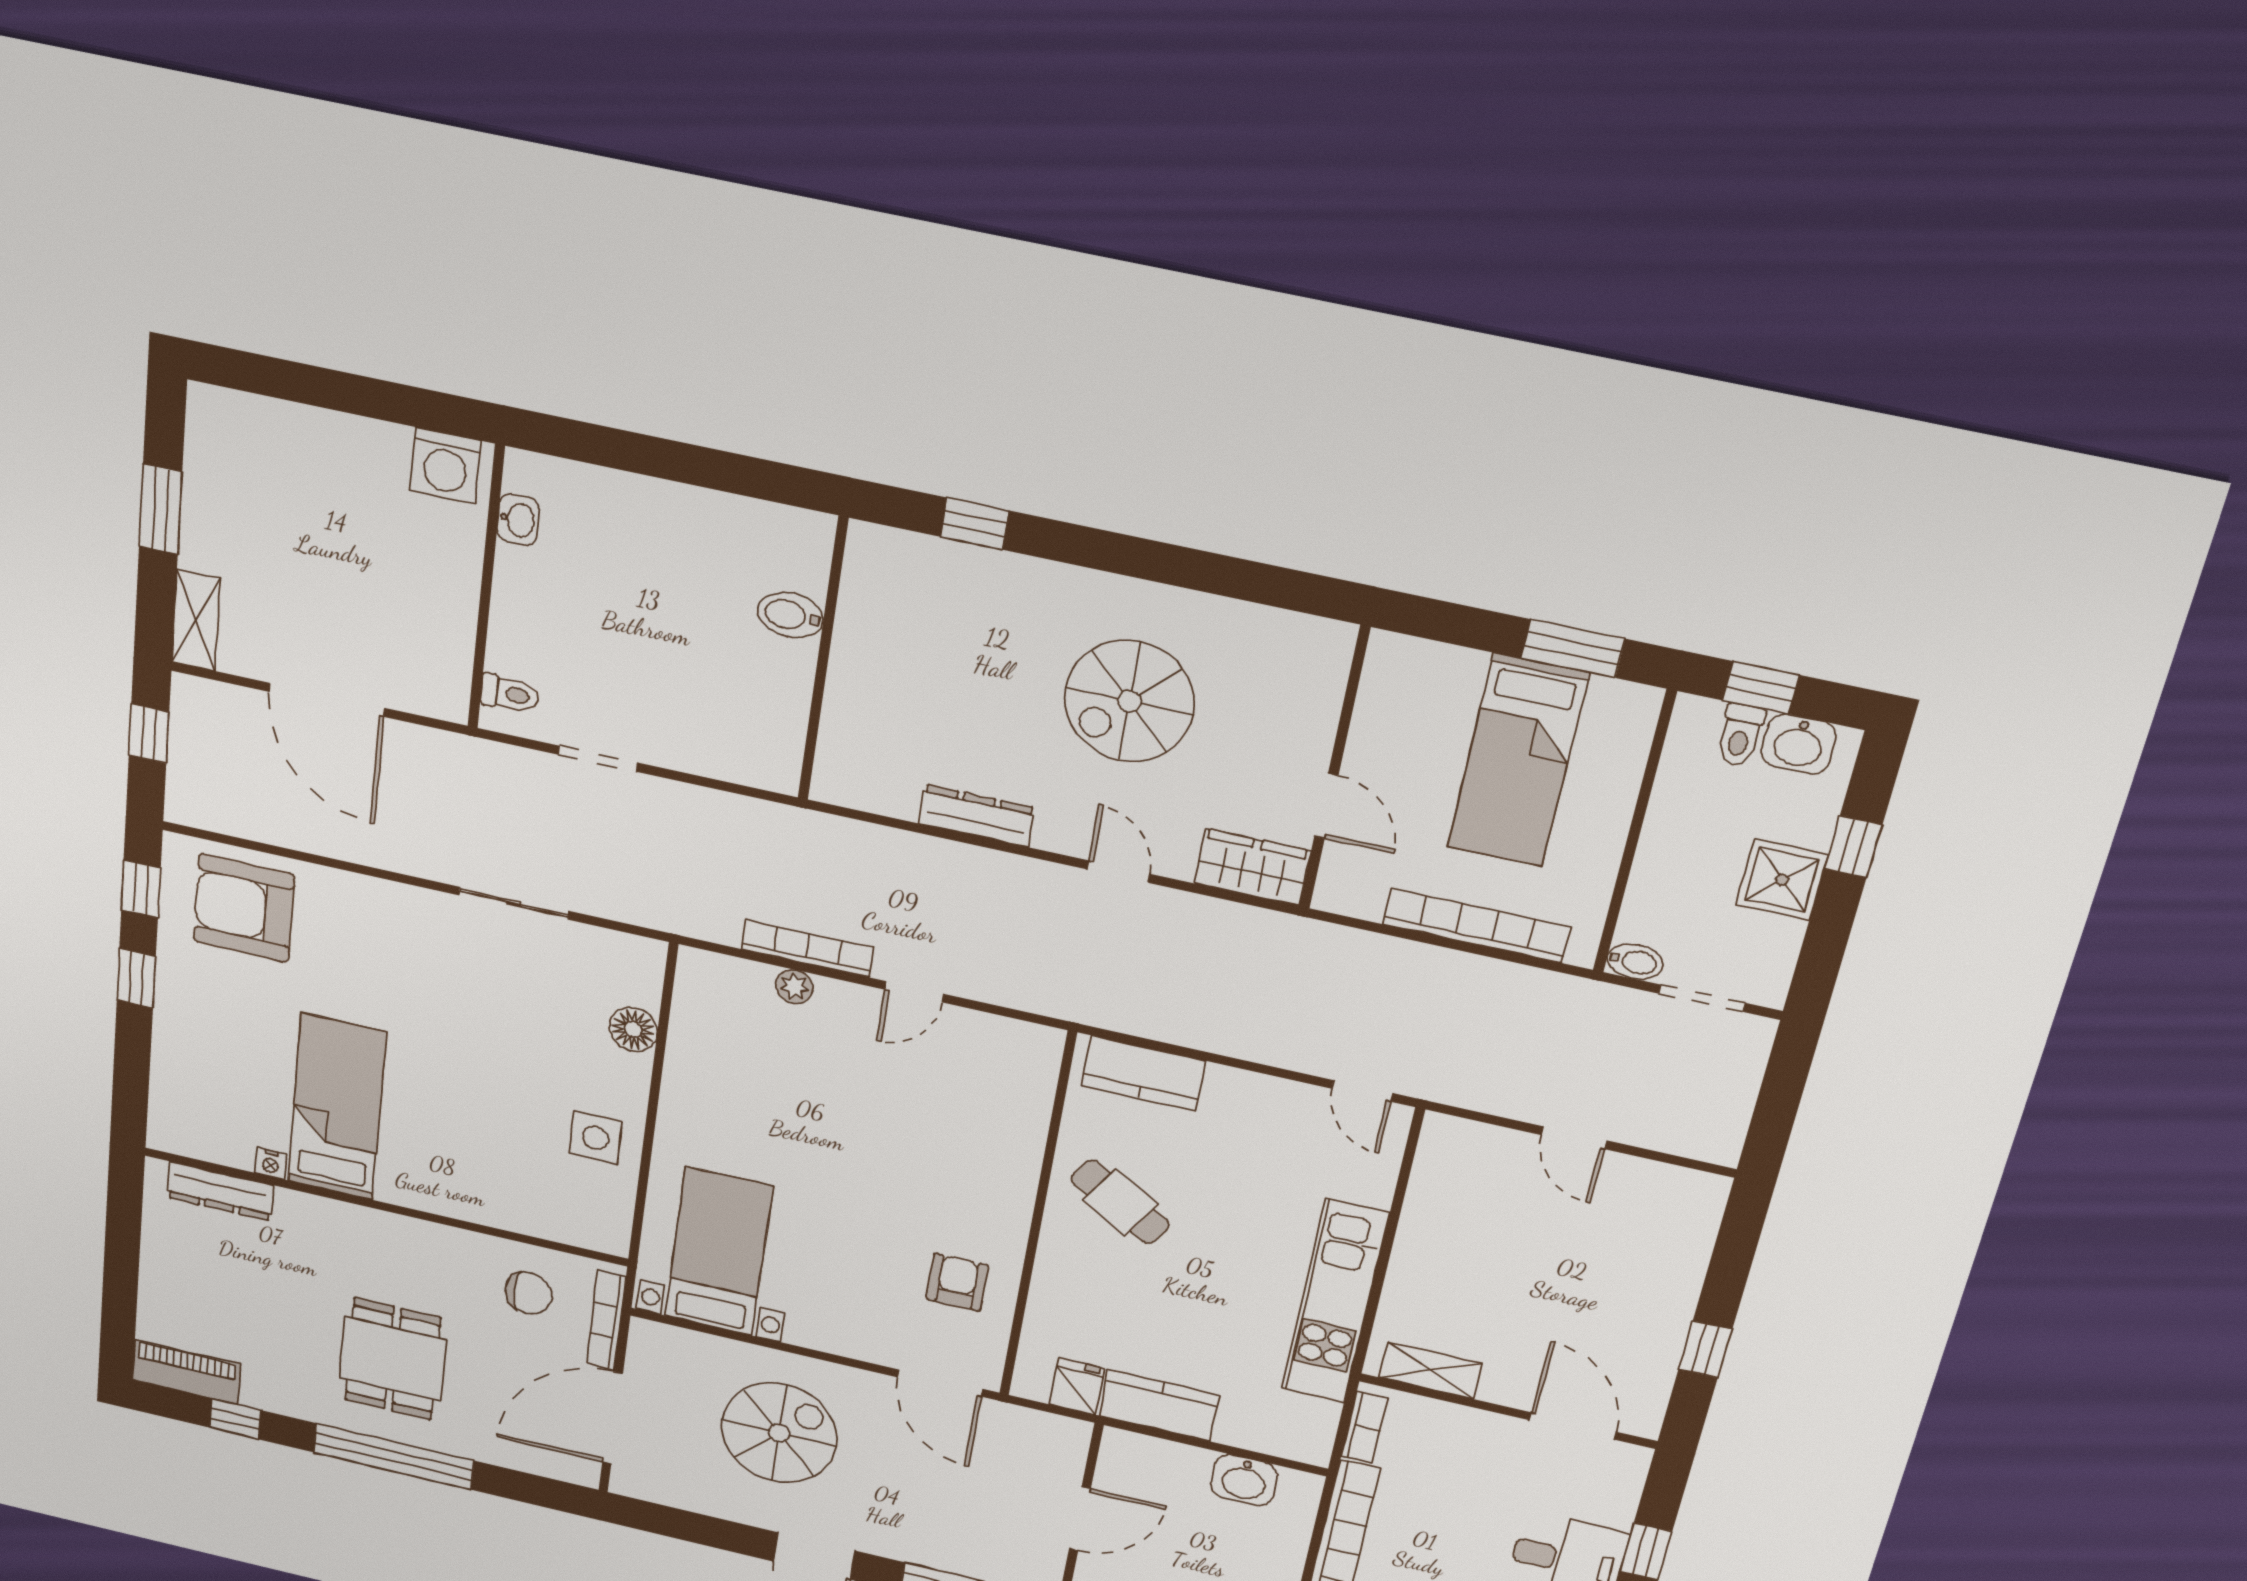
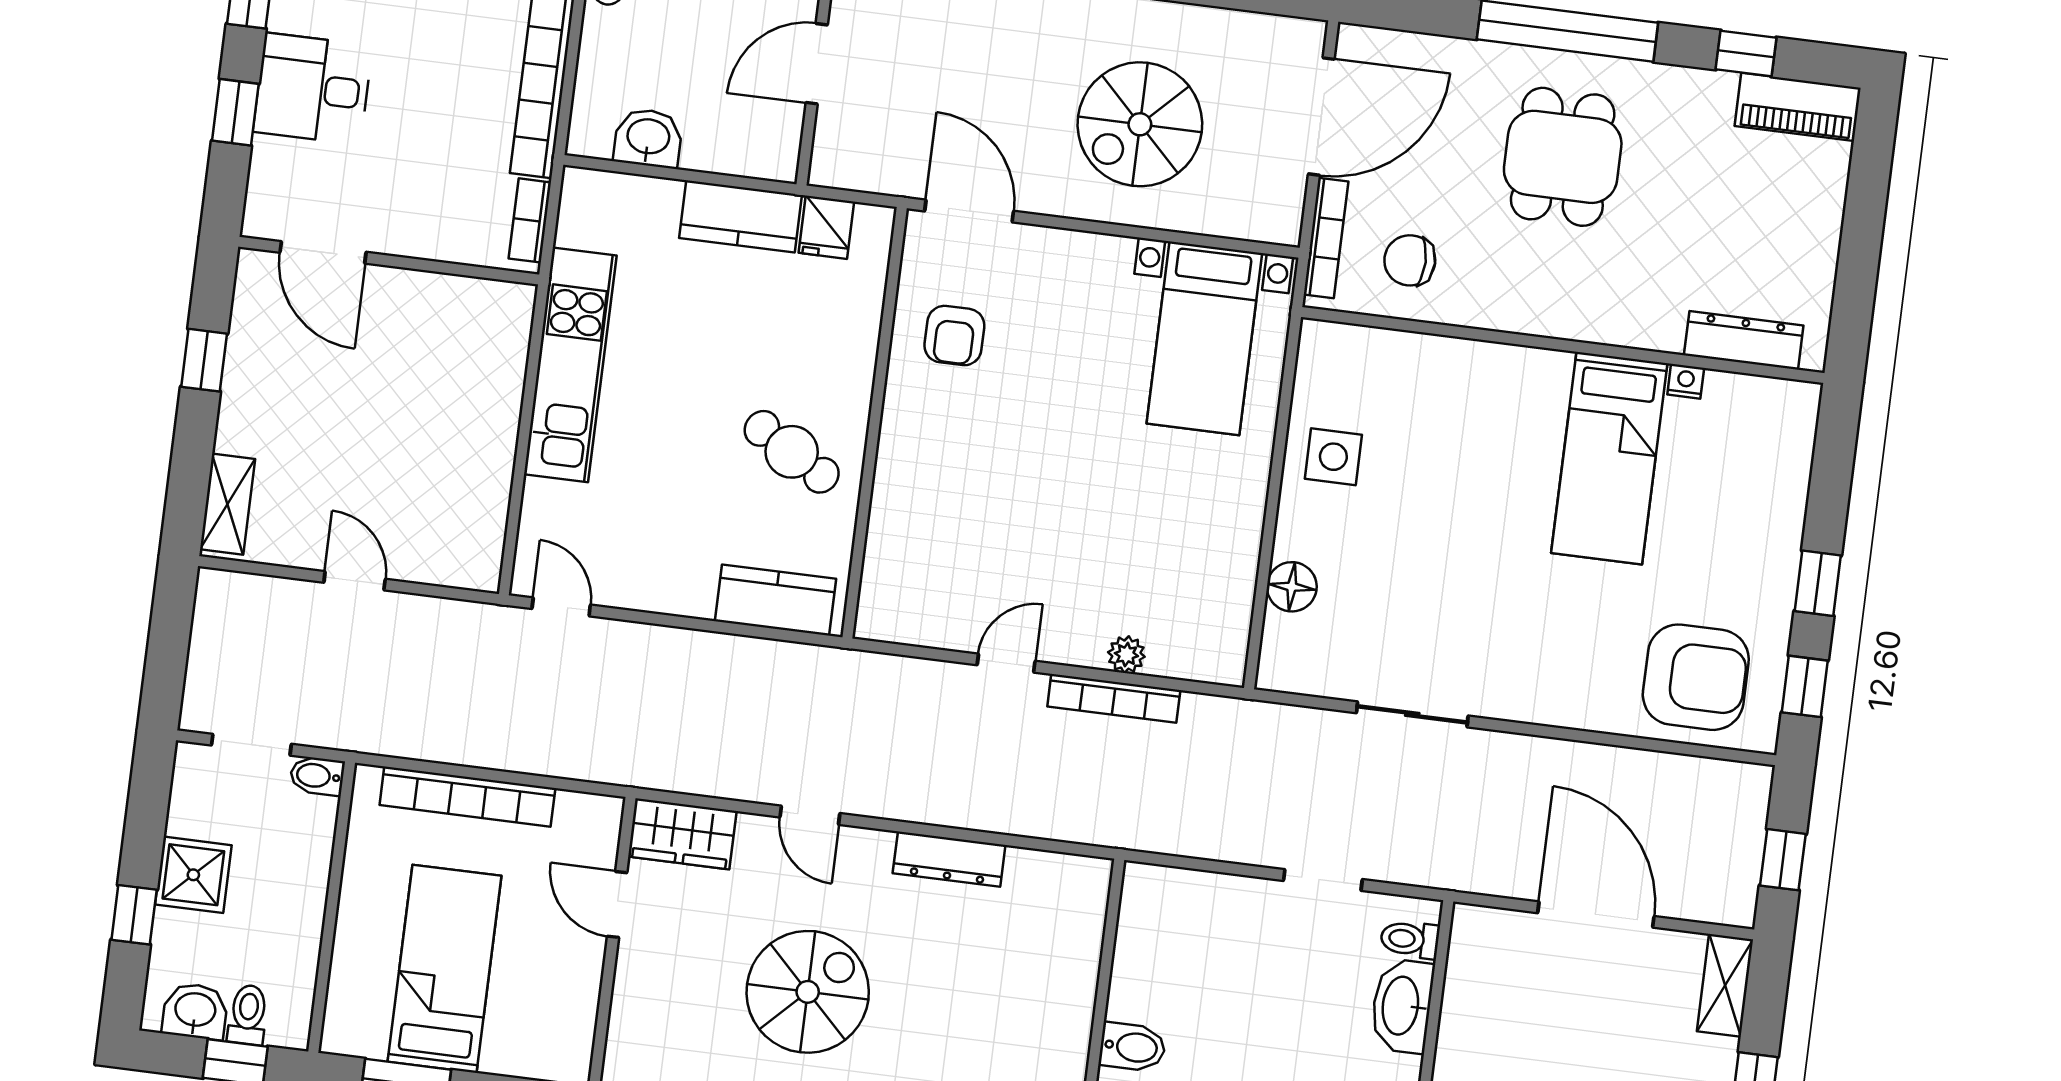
washbasin: (516, 630) -> (1402, 1006), added
shelving: (1430, 1370) -> (228, 504), moved, turned 90

